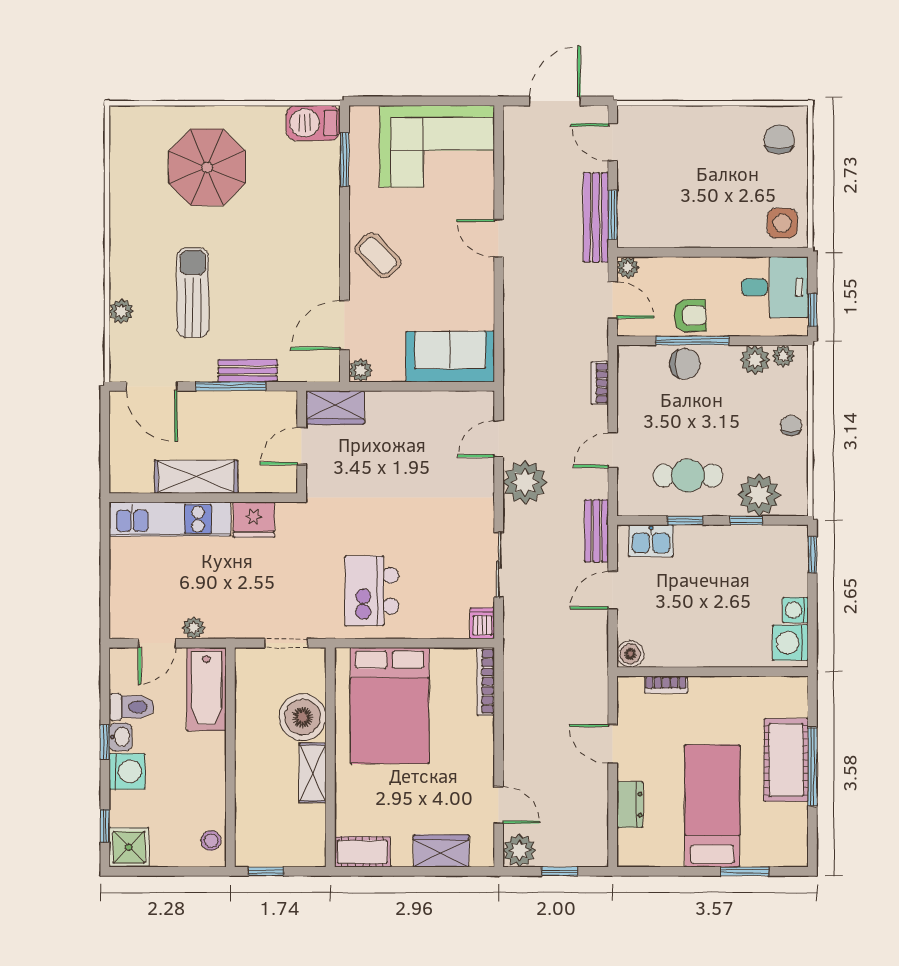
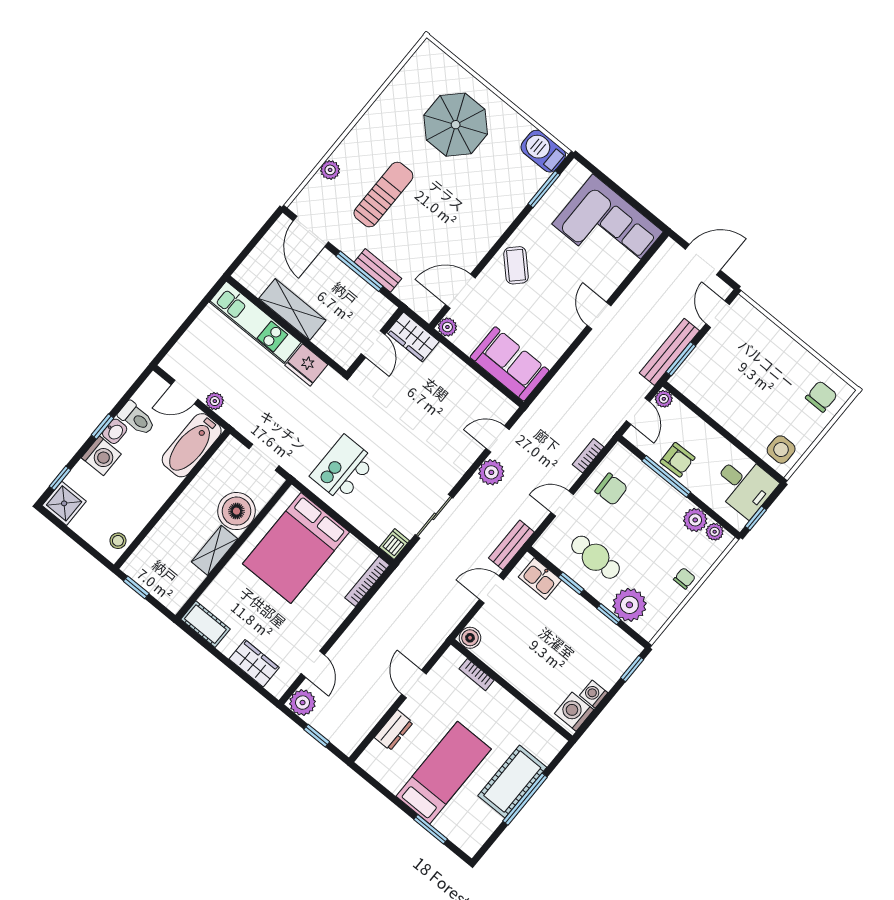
chair: (685, 364) -> (611, 489), moved
door: (302, 446) -> (373, 344), swing flipped
plant: (525, 482) -> (491, 472), width x0.73, depth x0.73

